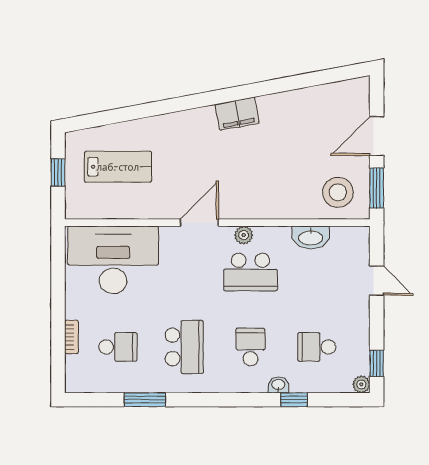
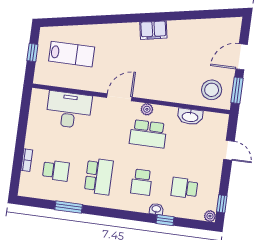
desk: (113, 260) -> (69, 110), width x0.73, depth x0.77
school desk: (250, 347) -> (142, 182), turned 180

